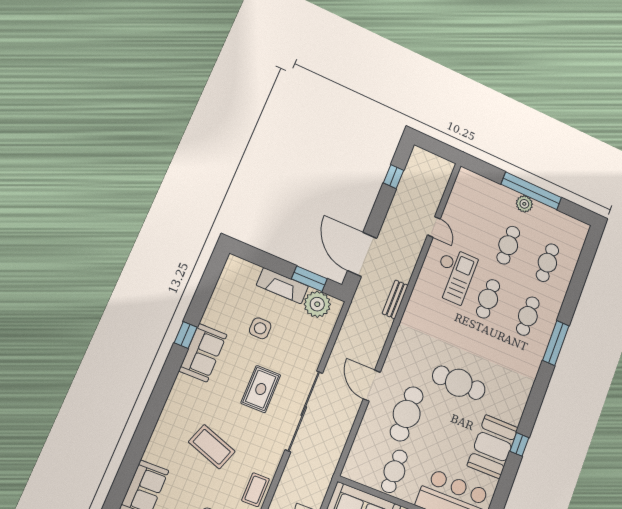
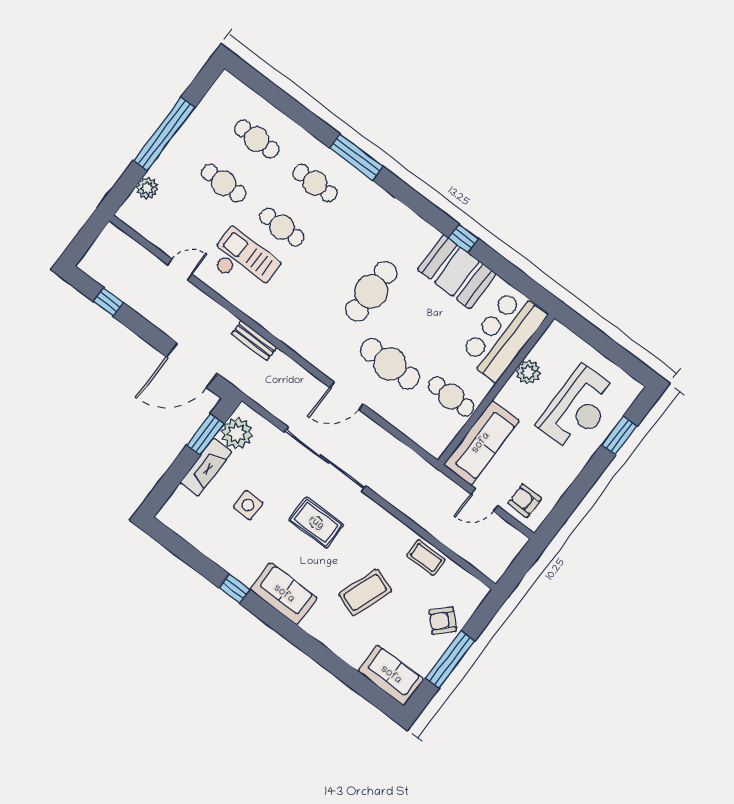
plant: (524, 204) -> (147, 188), moved
sofa: (203, 353) -> (284, 594), moved
sliding door: (304, 411) -> (325, 459), moved

